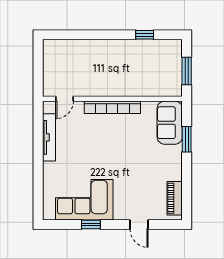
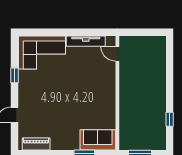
bookcase: (112, 107) -> (110, 93), removed
corner sofa: (84, 200) -> (42, 53), moved, turned 90

